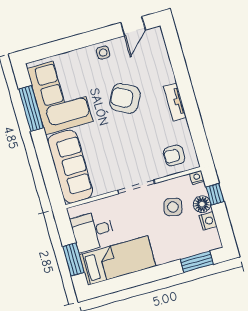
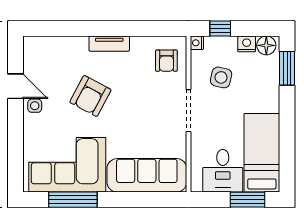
door: (133, 26) -> (15, 86), moved
floor lamp: (202, 204) -> (266, 45), moved

